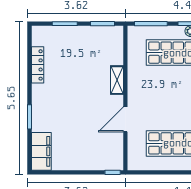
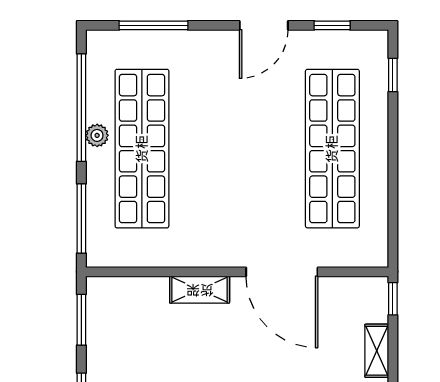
door: (125, 119) -> (282, 272), width x1.36
shelving: (88, 165) -> (377, 351), added

